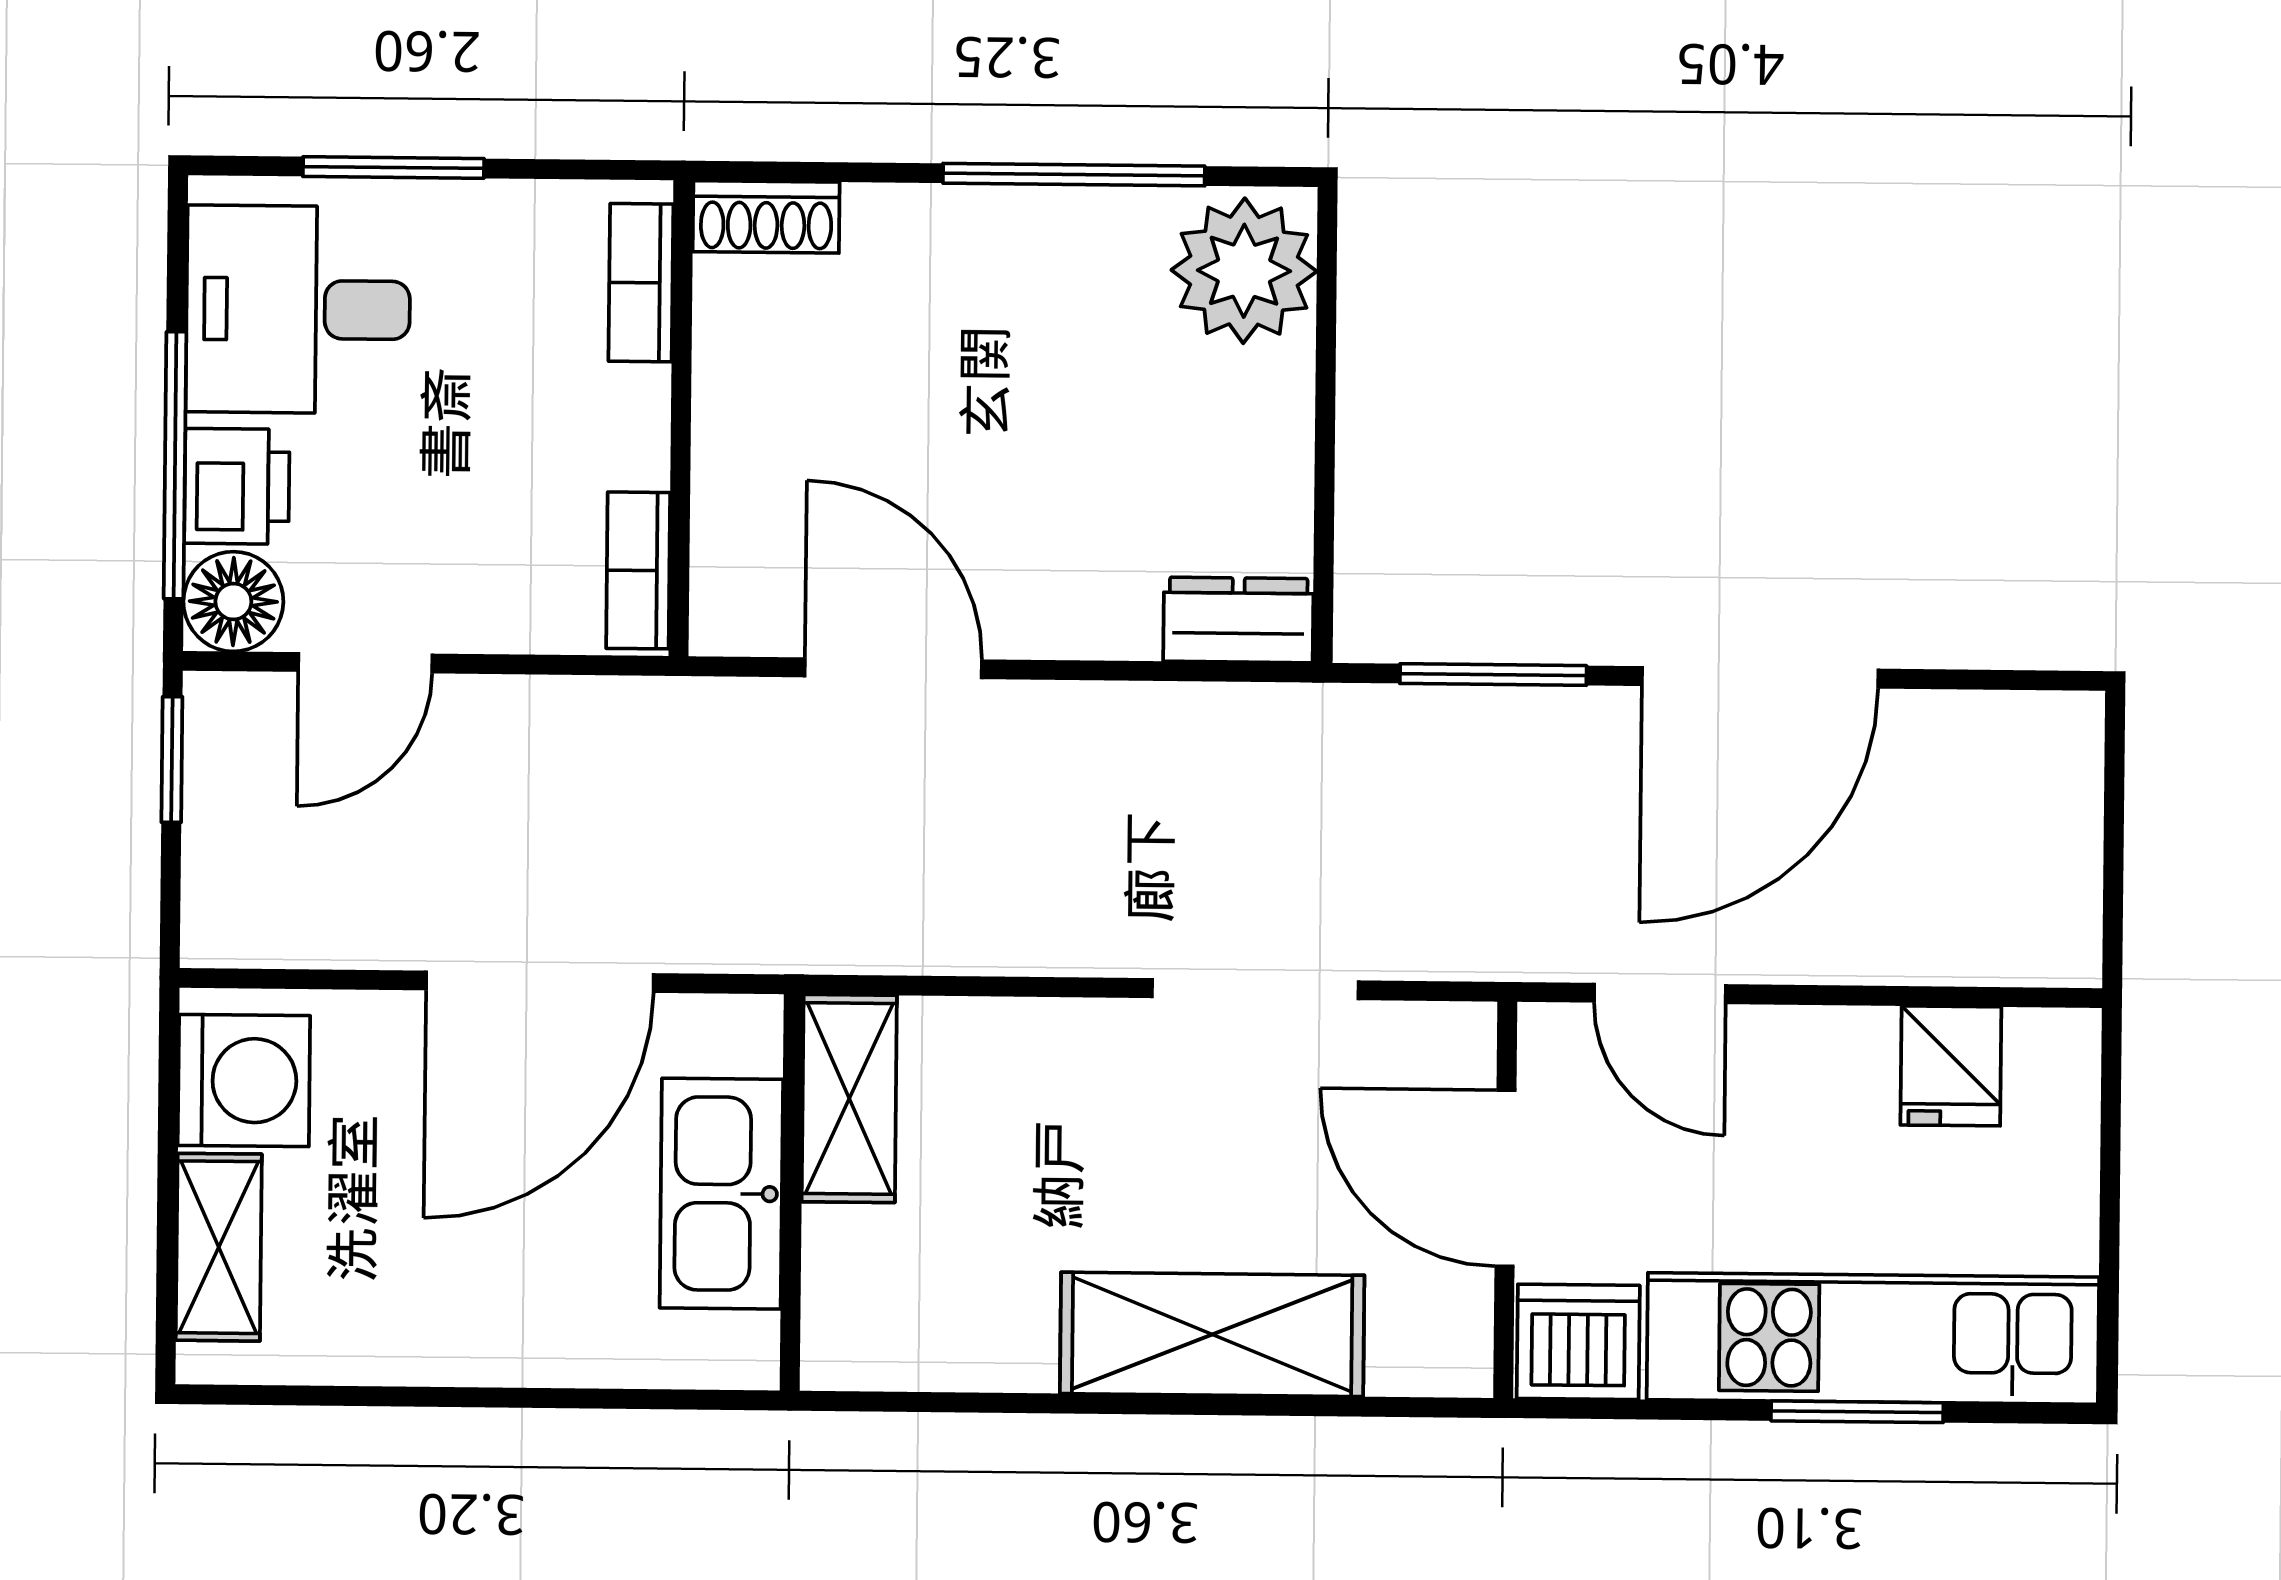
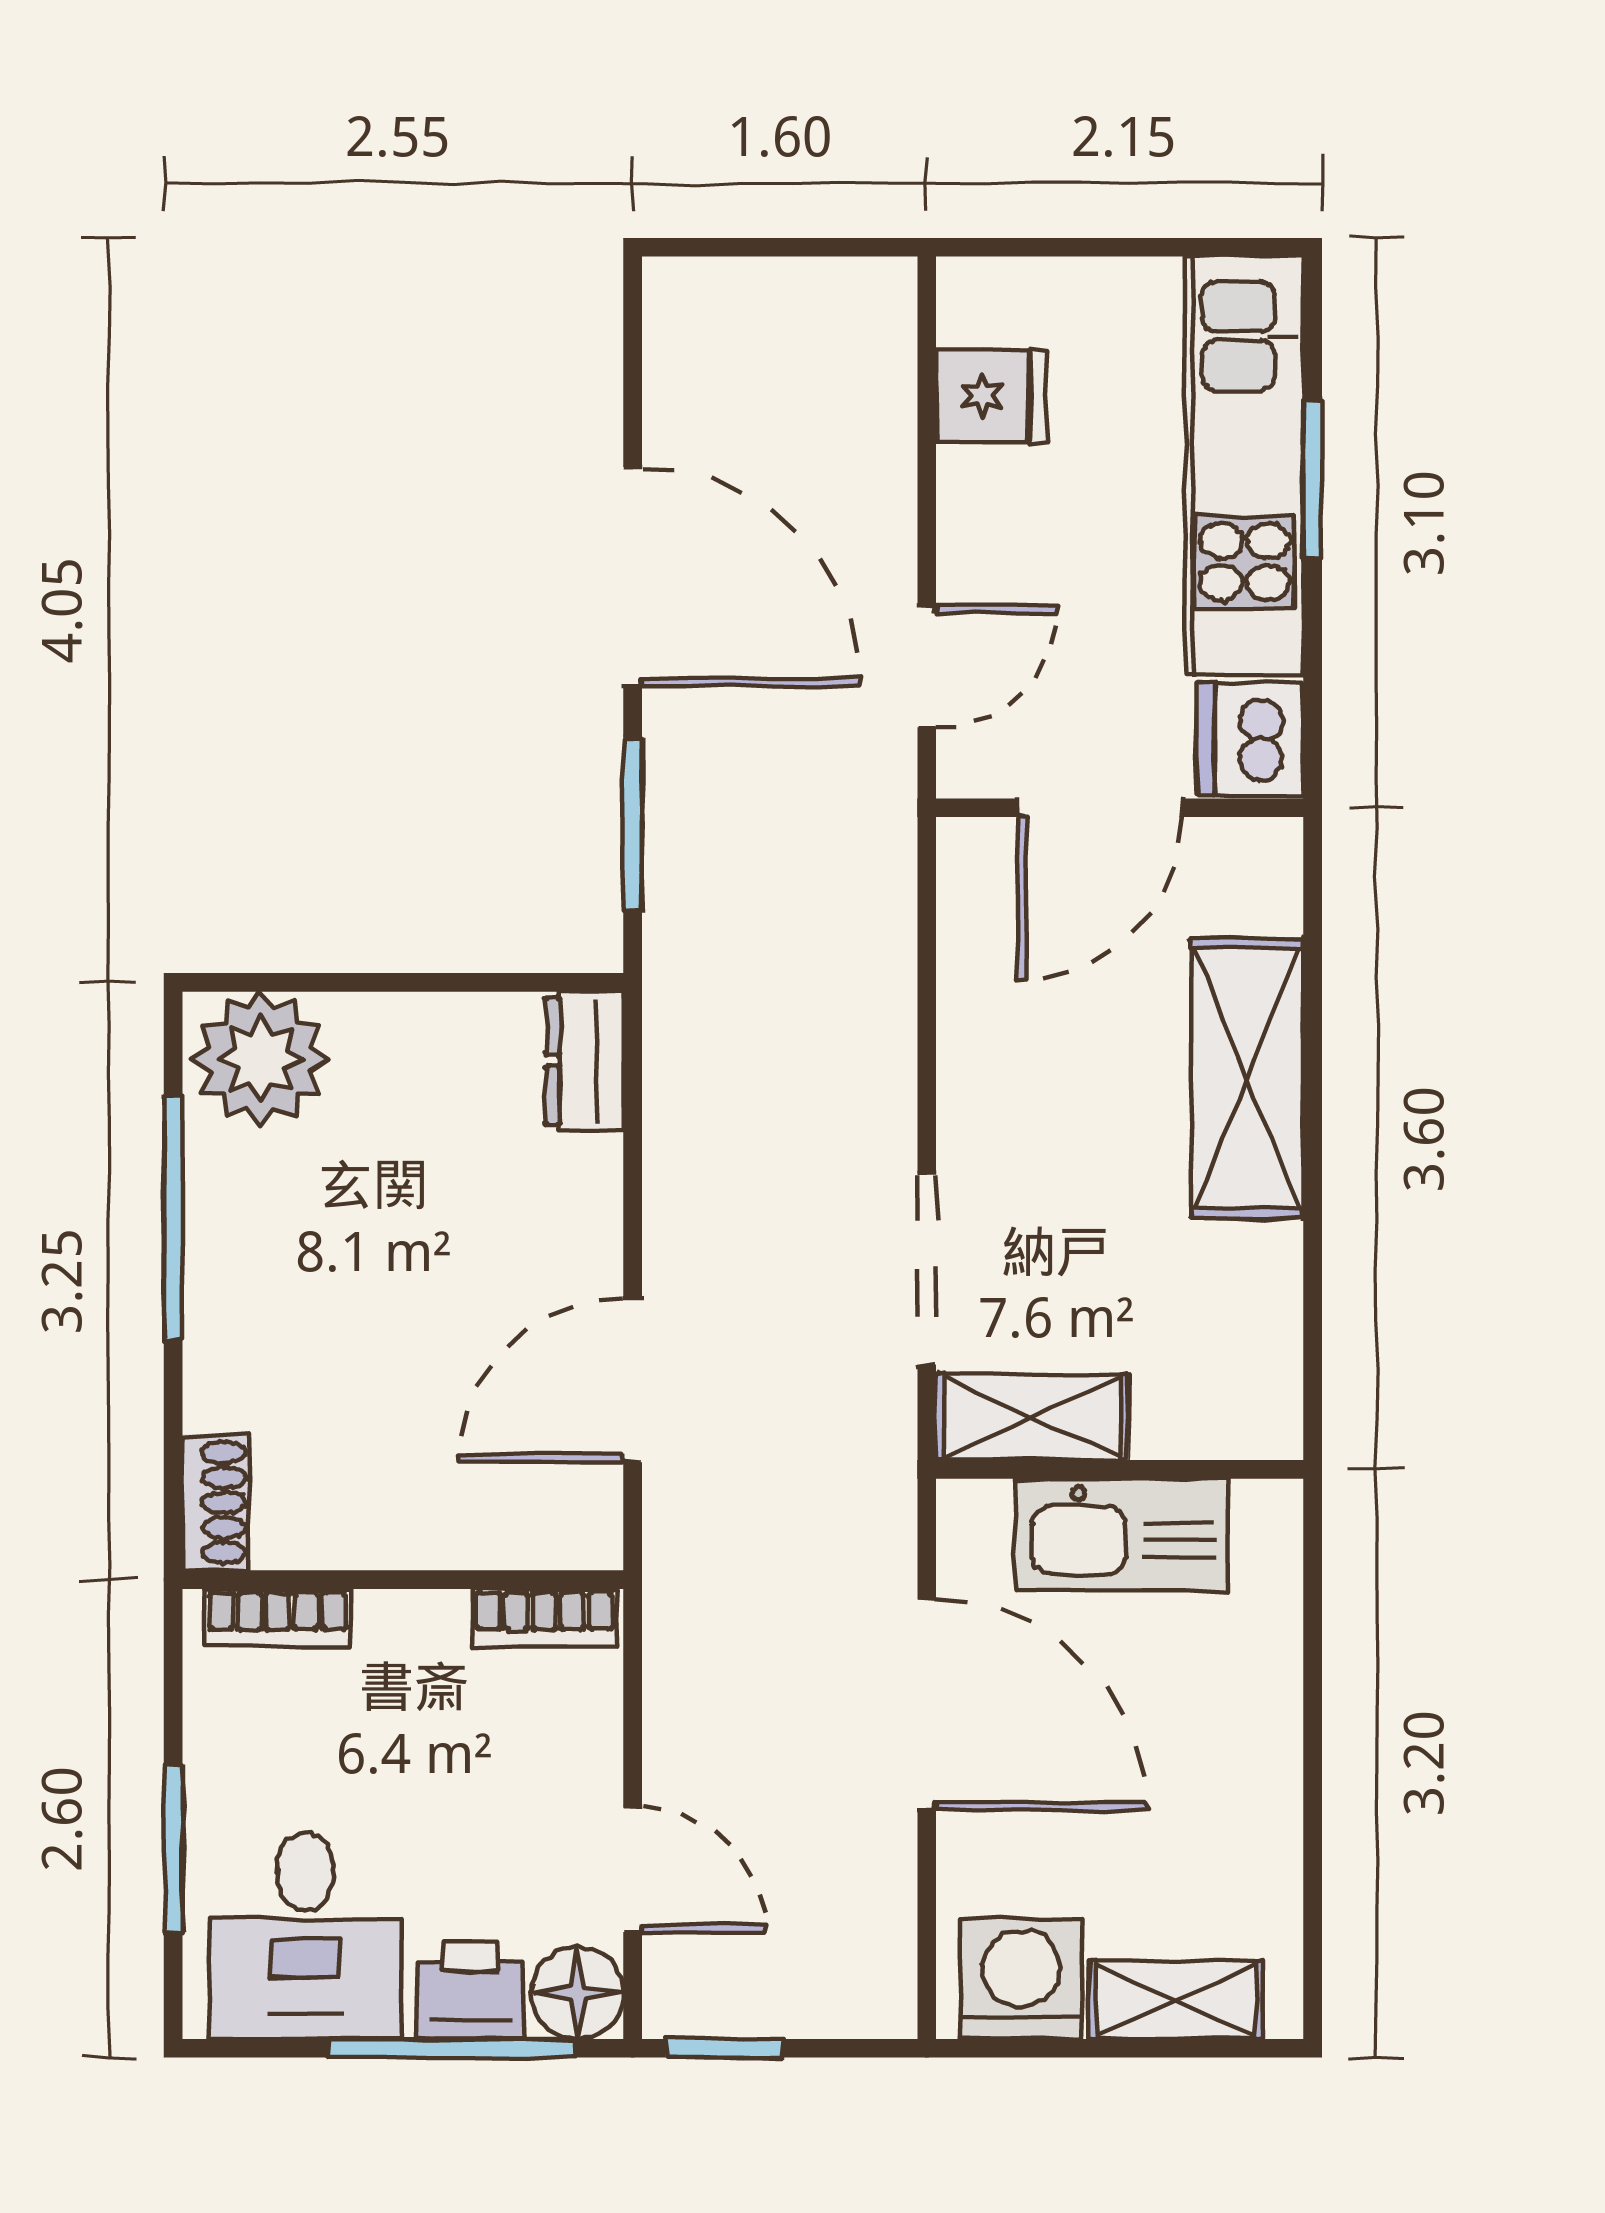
doorway: (1255, 989) -> (927, 1269), moved

